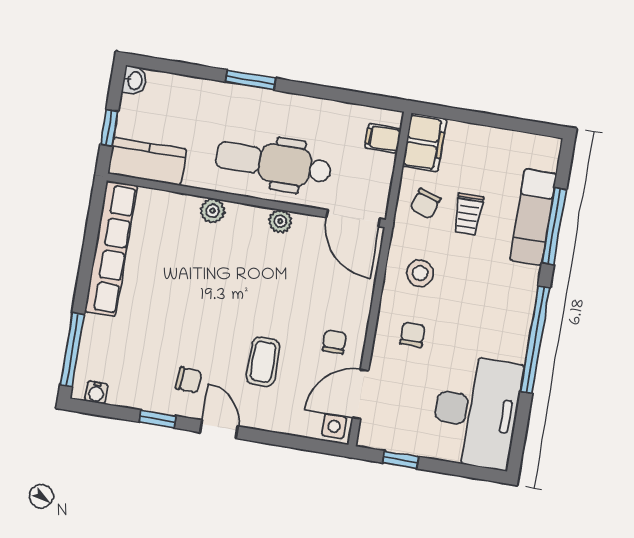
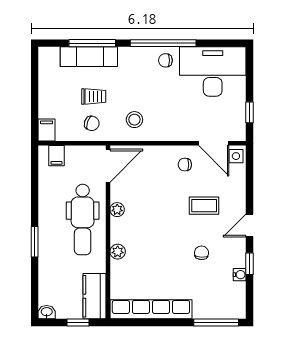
filing cabinet: (425, 143) -> (47, 130), width x0.50
chair: (413, 335) -> (165, 60), moved
chair: (189, 380) -> (202, 253), moved
water cooler: (96, 392) -> (240, 275), moved

